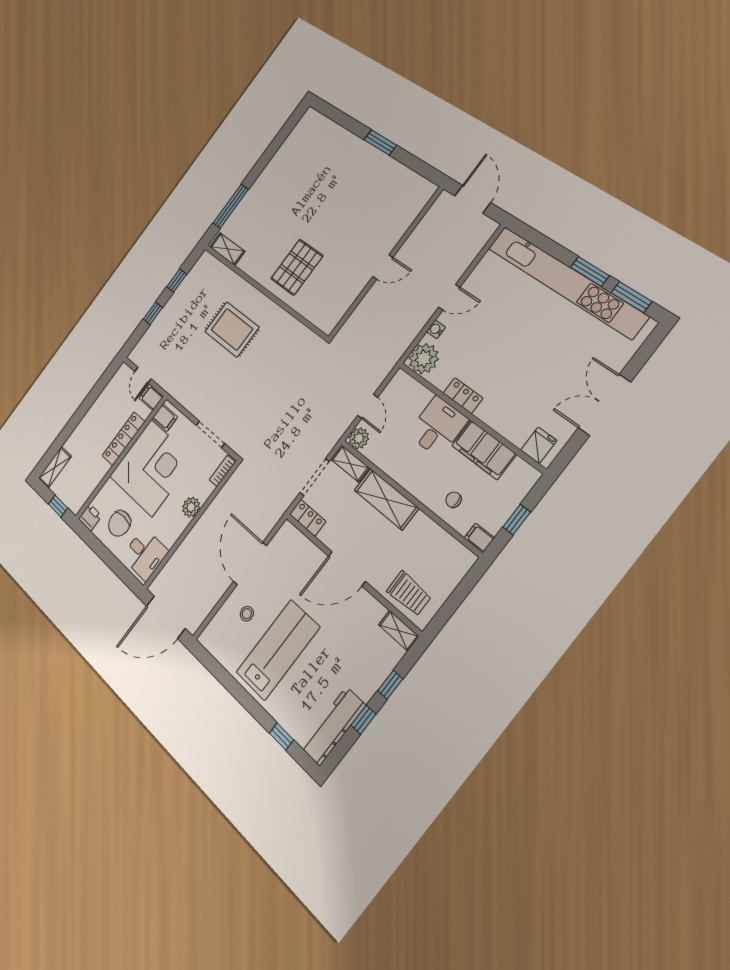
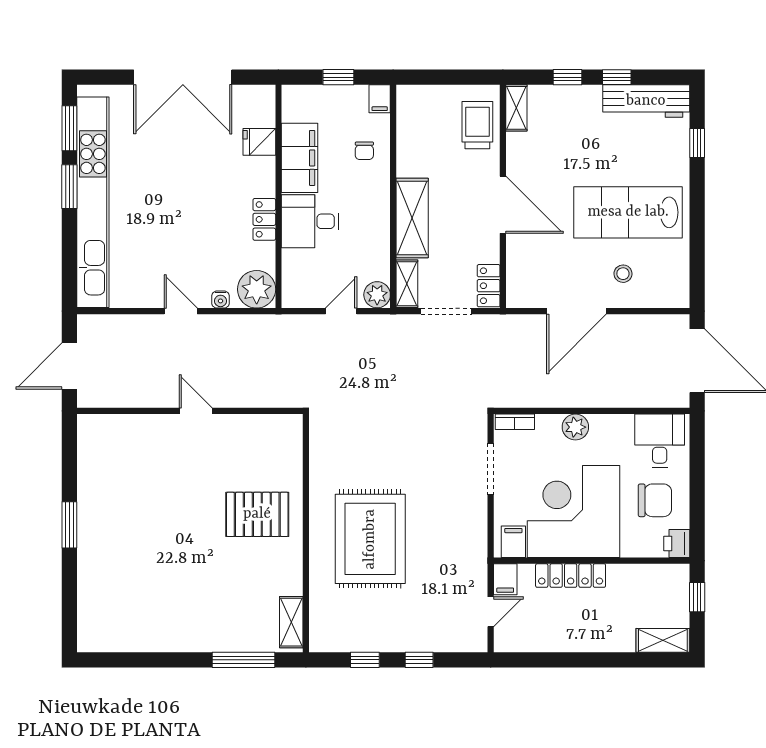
rug: (232, 329) -> (370, 539), width x1.37, depth x1.44
double door: (604, 405) -> (183, 77), width x1.36
fridge: (539, 445) -> (259, 142), moved

